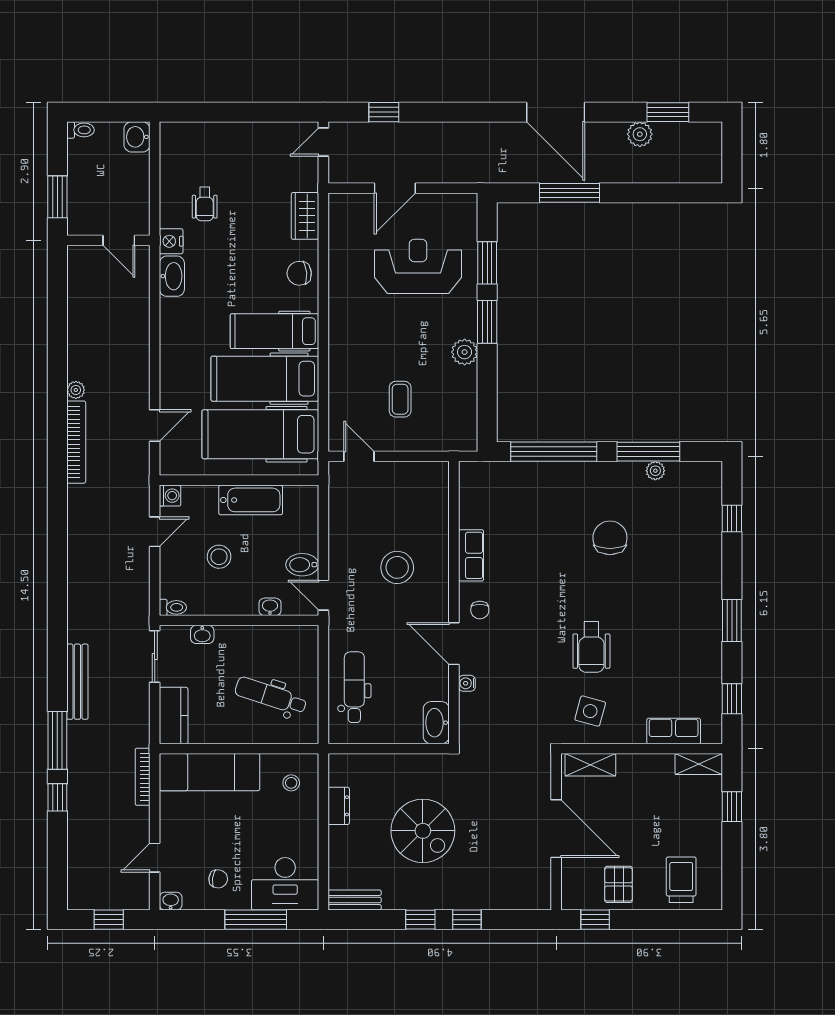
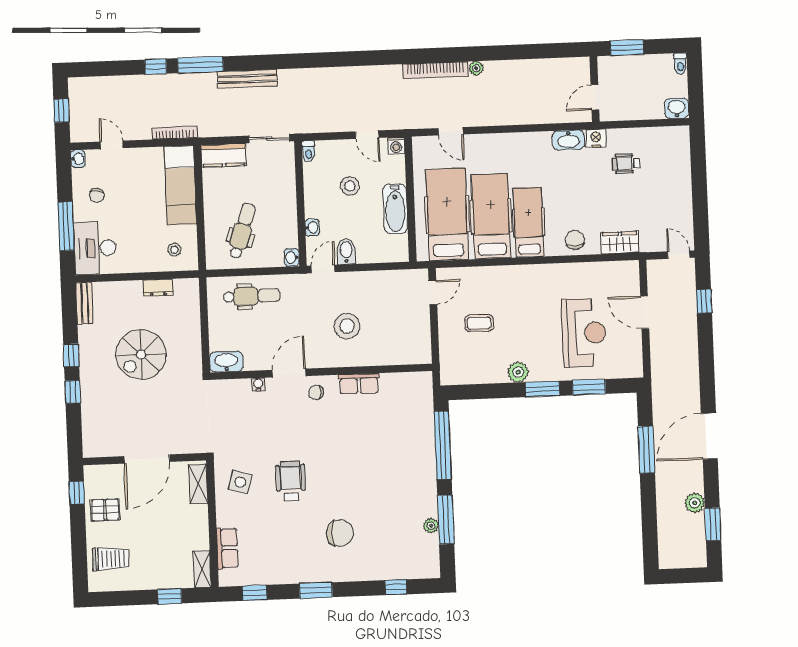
chair: (610, 538) -> (340, 533), moved
washbasin: (202, 634) -> (292, 257), moved
wheelchair: (591, 647) -> (291, 481), turned 90

